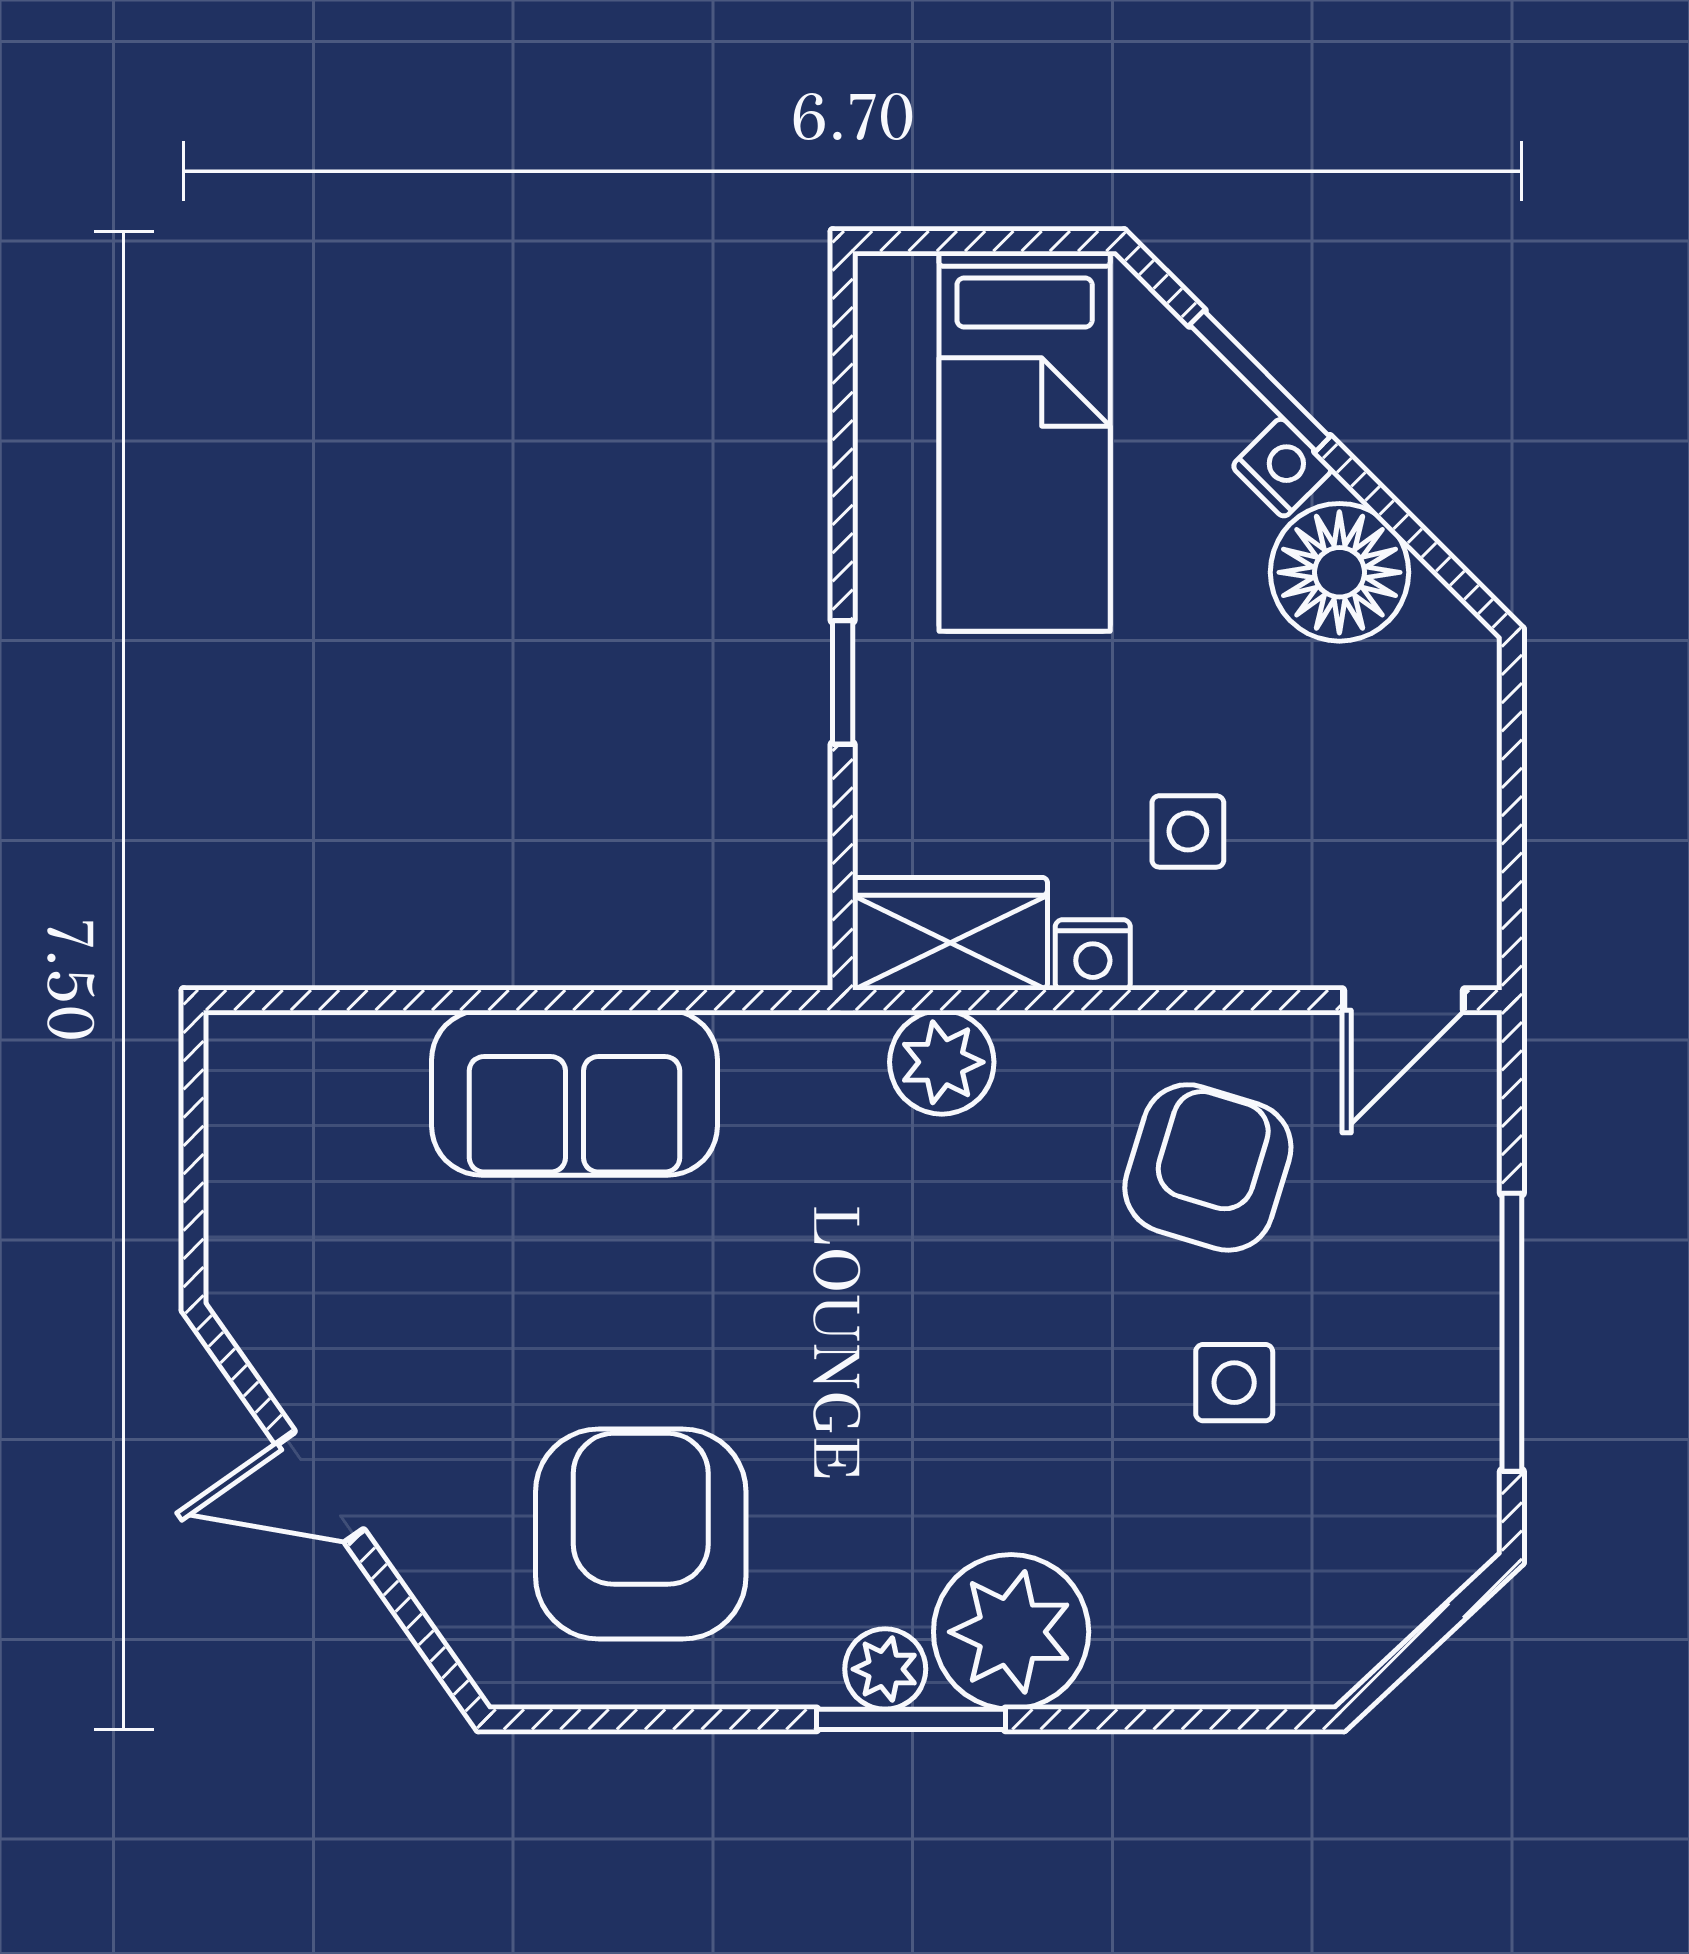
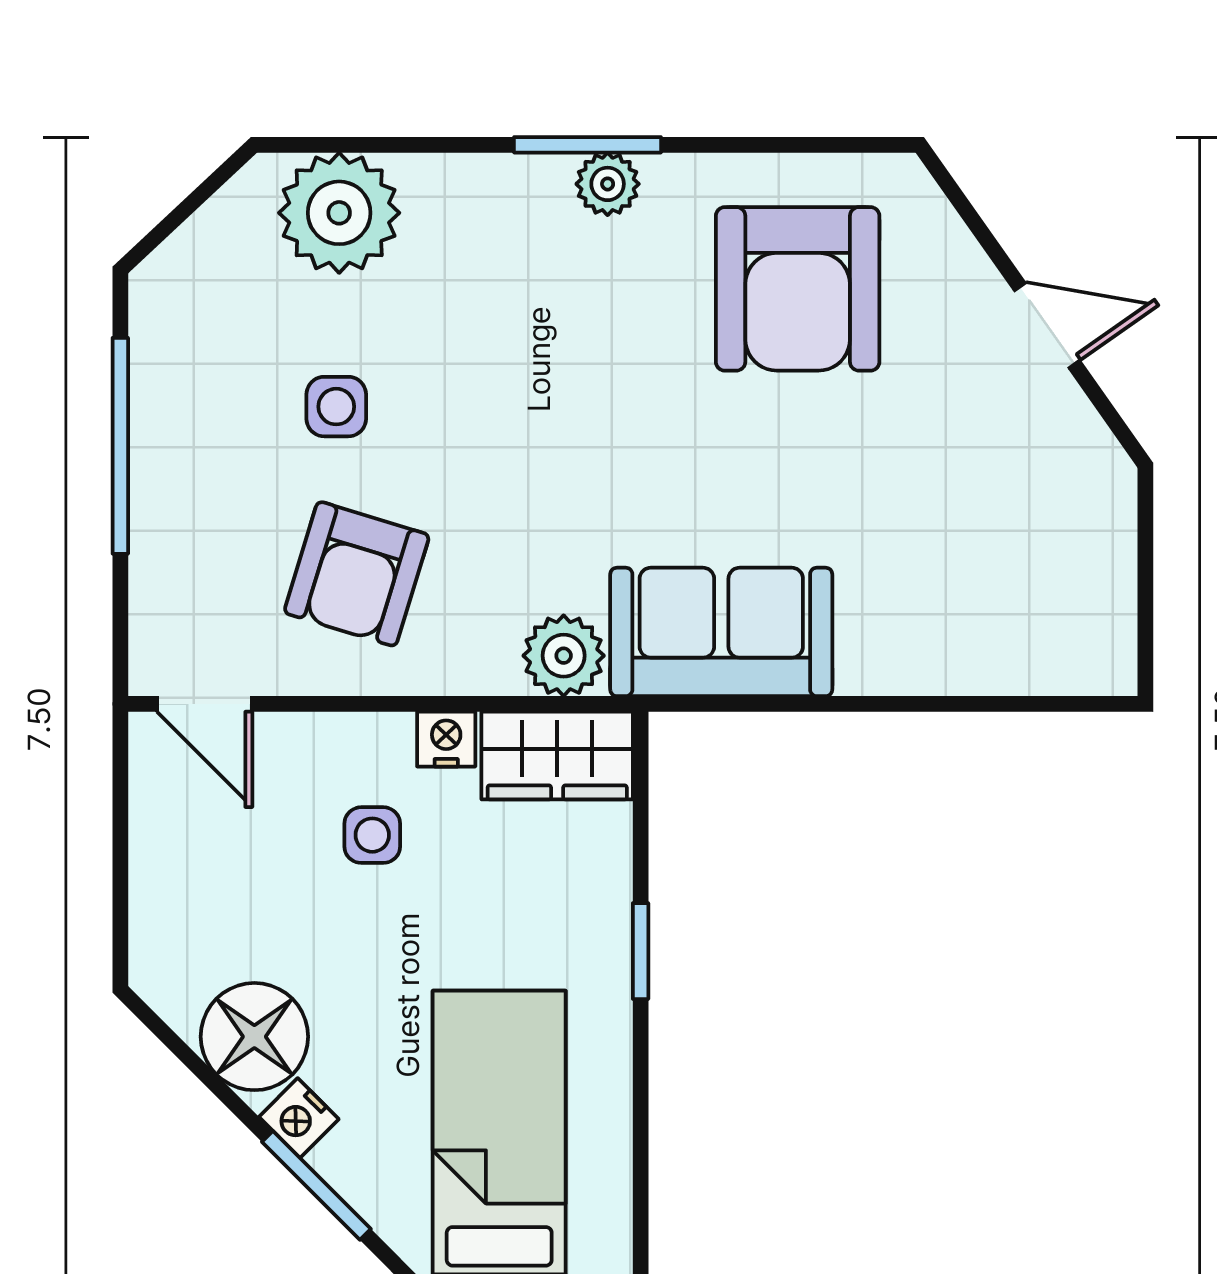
door: (1403, 1000) -> (205, 704), swing flipped
sofa: (575, 1093) -> (721, 632), moved
plant: (1011, 1632) -> (339, 213), moved

